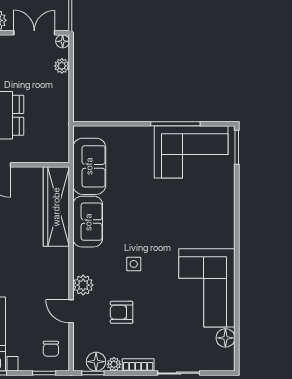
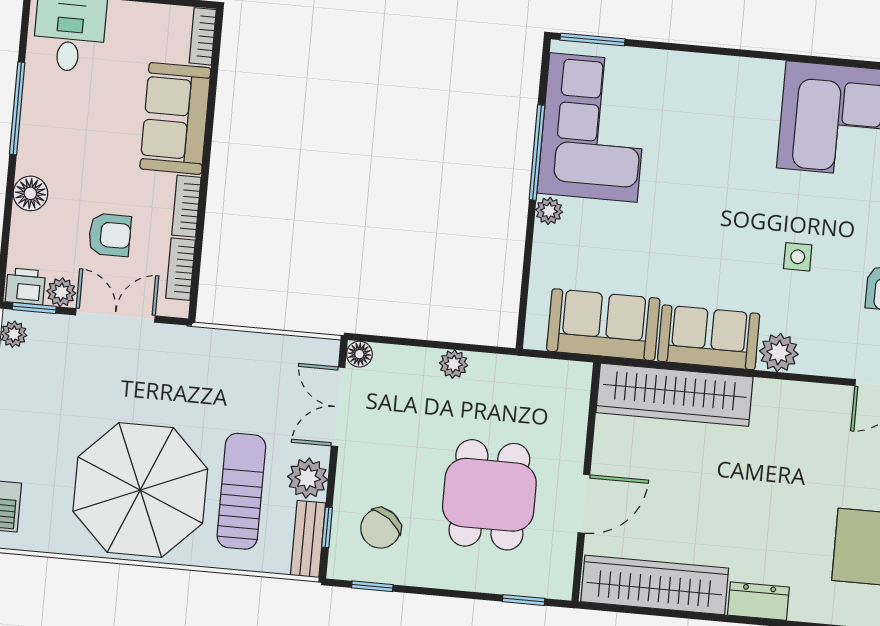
plant: (62, 66) -> (454, 364), moved
plant: (146, 133) -> (549, 211), added
plant: (83, 285) -> (779, 353), moved

